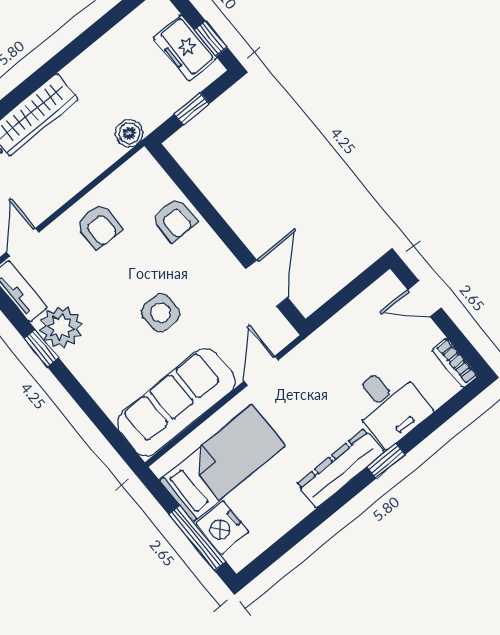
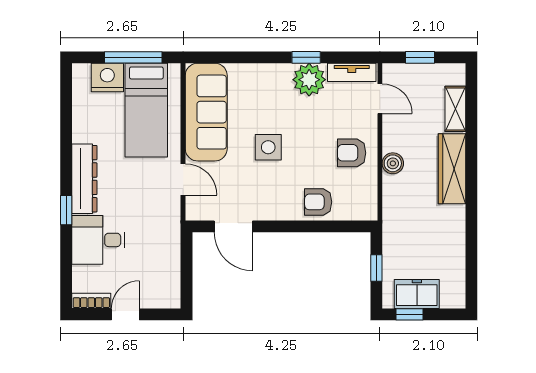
boiler: (129, 133) -> (393, 163), moved
door: (425, 299) -> (125, 314), moved
window: (197, 538) -> (133, 57), moved

